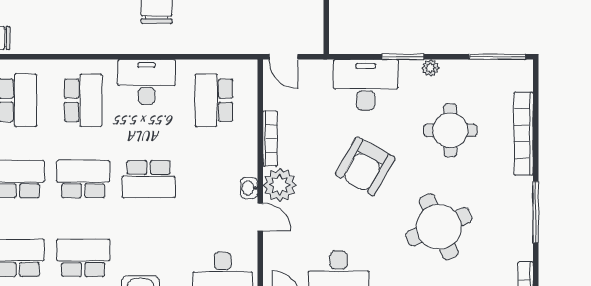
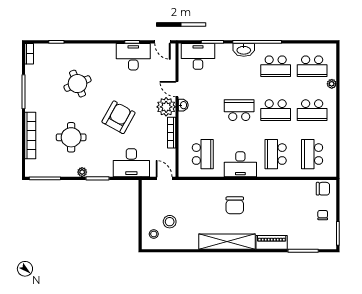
desk: (366, 85) -> (131, 163), moved
round table: (439, 227) -> (78, 84), width x0.73, depth x0.73

